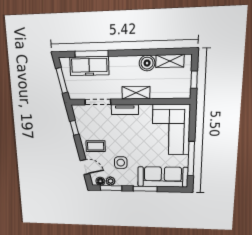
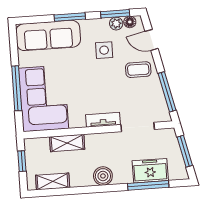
boiler: (147, 63) -> (103, 176), moved
freezer: (89, 66) -> (150, 171), width x0.71
shelving: (136, 93) -> (67, 143), moved
window: (74, 128) -> (167, 92), width x2.17
window: (191, 159) -> (17, 88), moved

